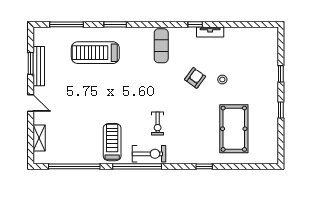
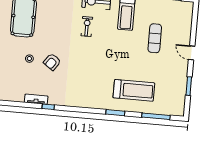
exercise mat: (161, 46) -> (155, 38), moved
bench: (39, 66) -> (182, 83), removed
shelving: (39, 138) -> (187, 23), removed

